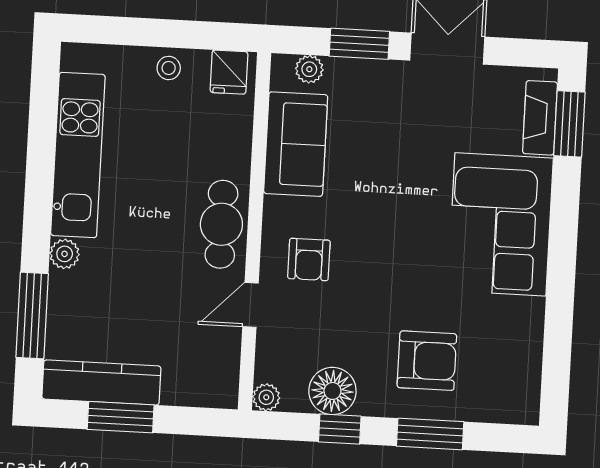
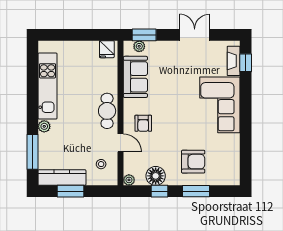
window: (359, 44) -> (144, 35), moved
stool: (169, 68) -> (101, 164), moved
window: (569, 124) -> (246, 63), width x0.67
door: (250, 305) -> (121, 143), swing flipped

